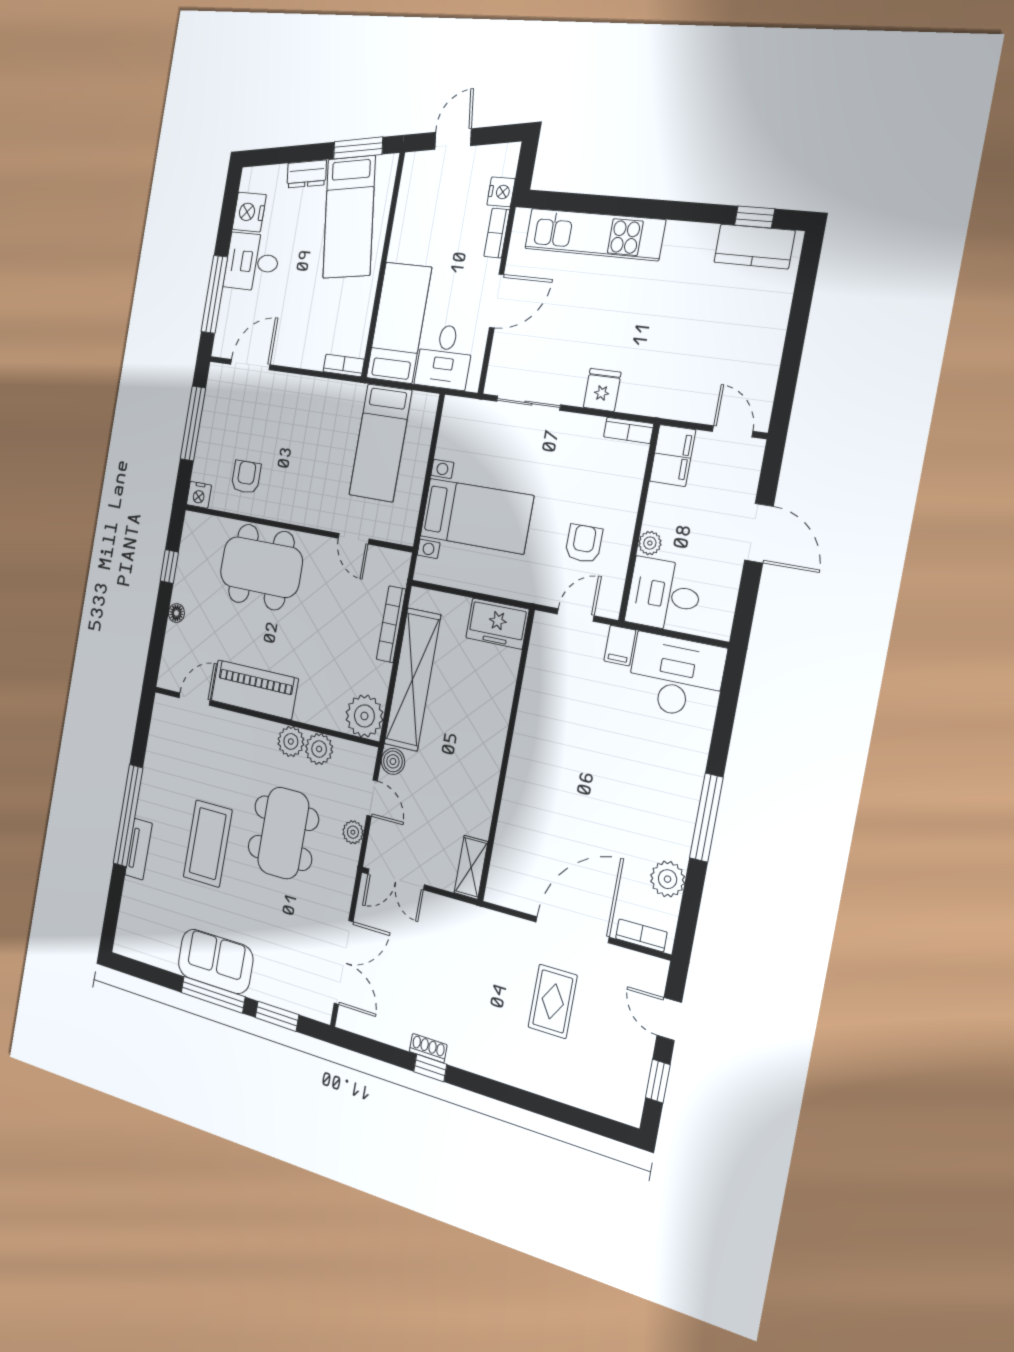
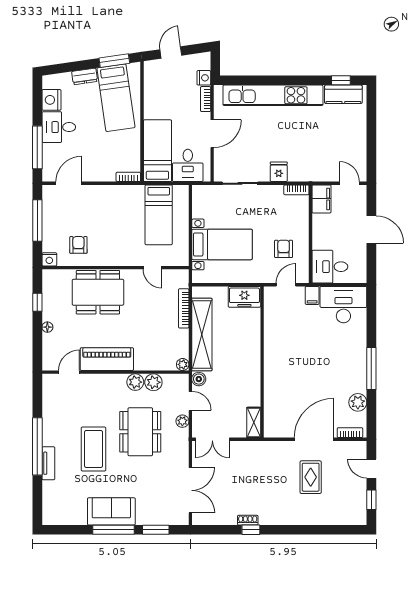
kitchen unit: (594, 234) -> (273, 95), width x1.36
plant: (650, 543) -> (318, 243), removed
plant: (364, 716) -> (183, 364), width x0.53, depth x0.53

